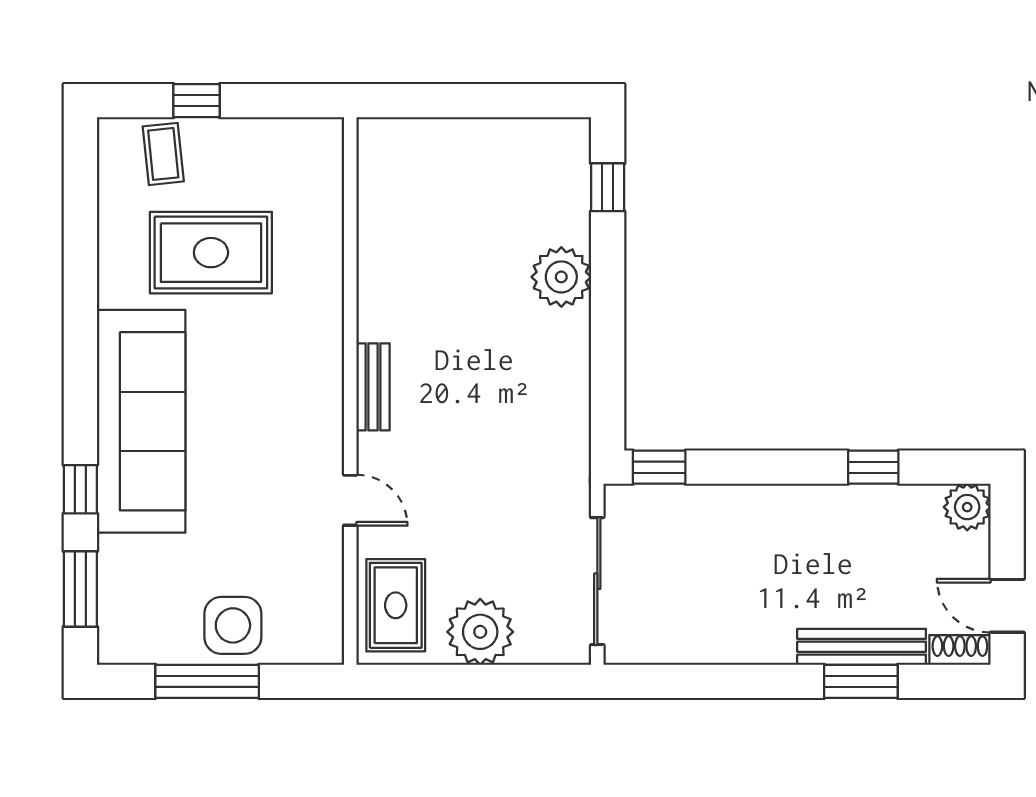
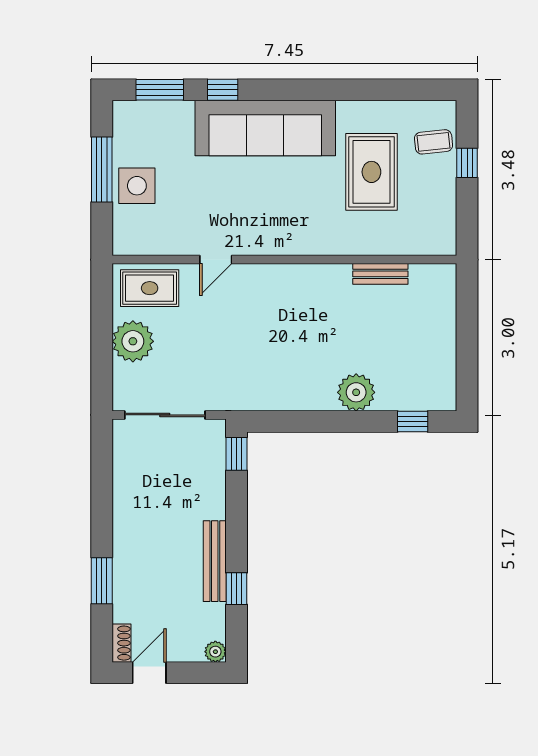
bench: (373, 387) -> (380, 274), moved
plant: (967, 507) -> (215, 652), width x0.73, depth x0.73
bench: (862, 647) -> (215, 561), moved

